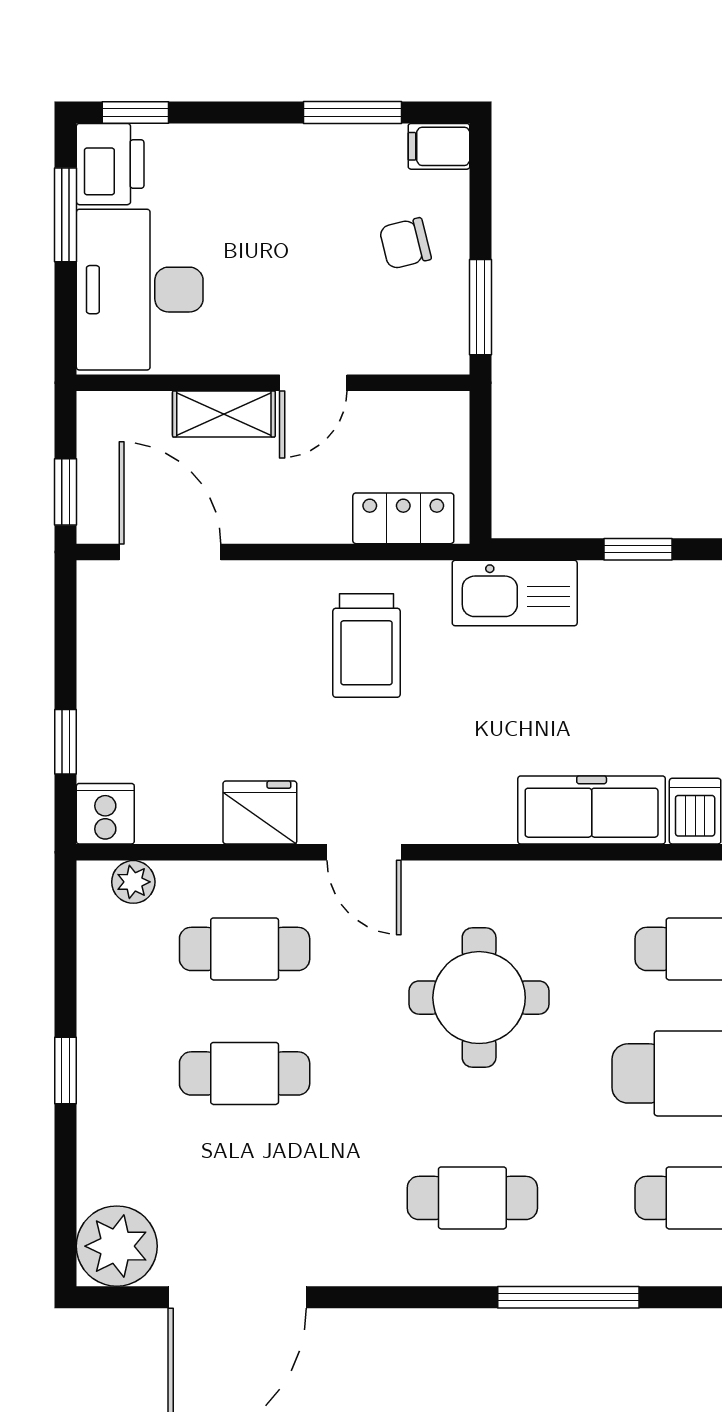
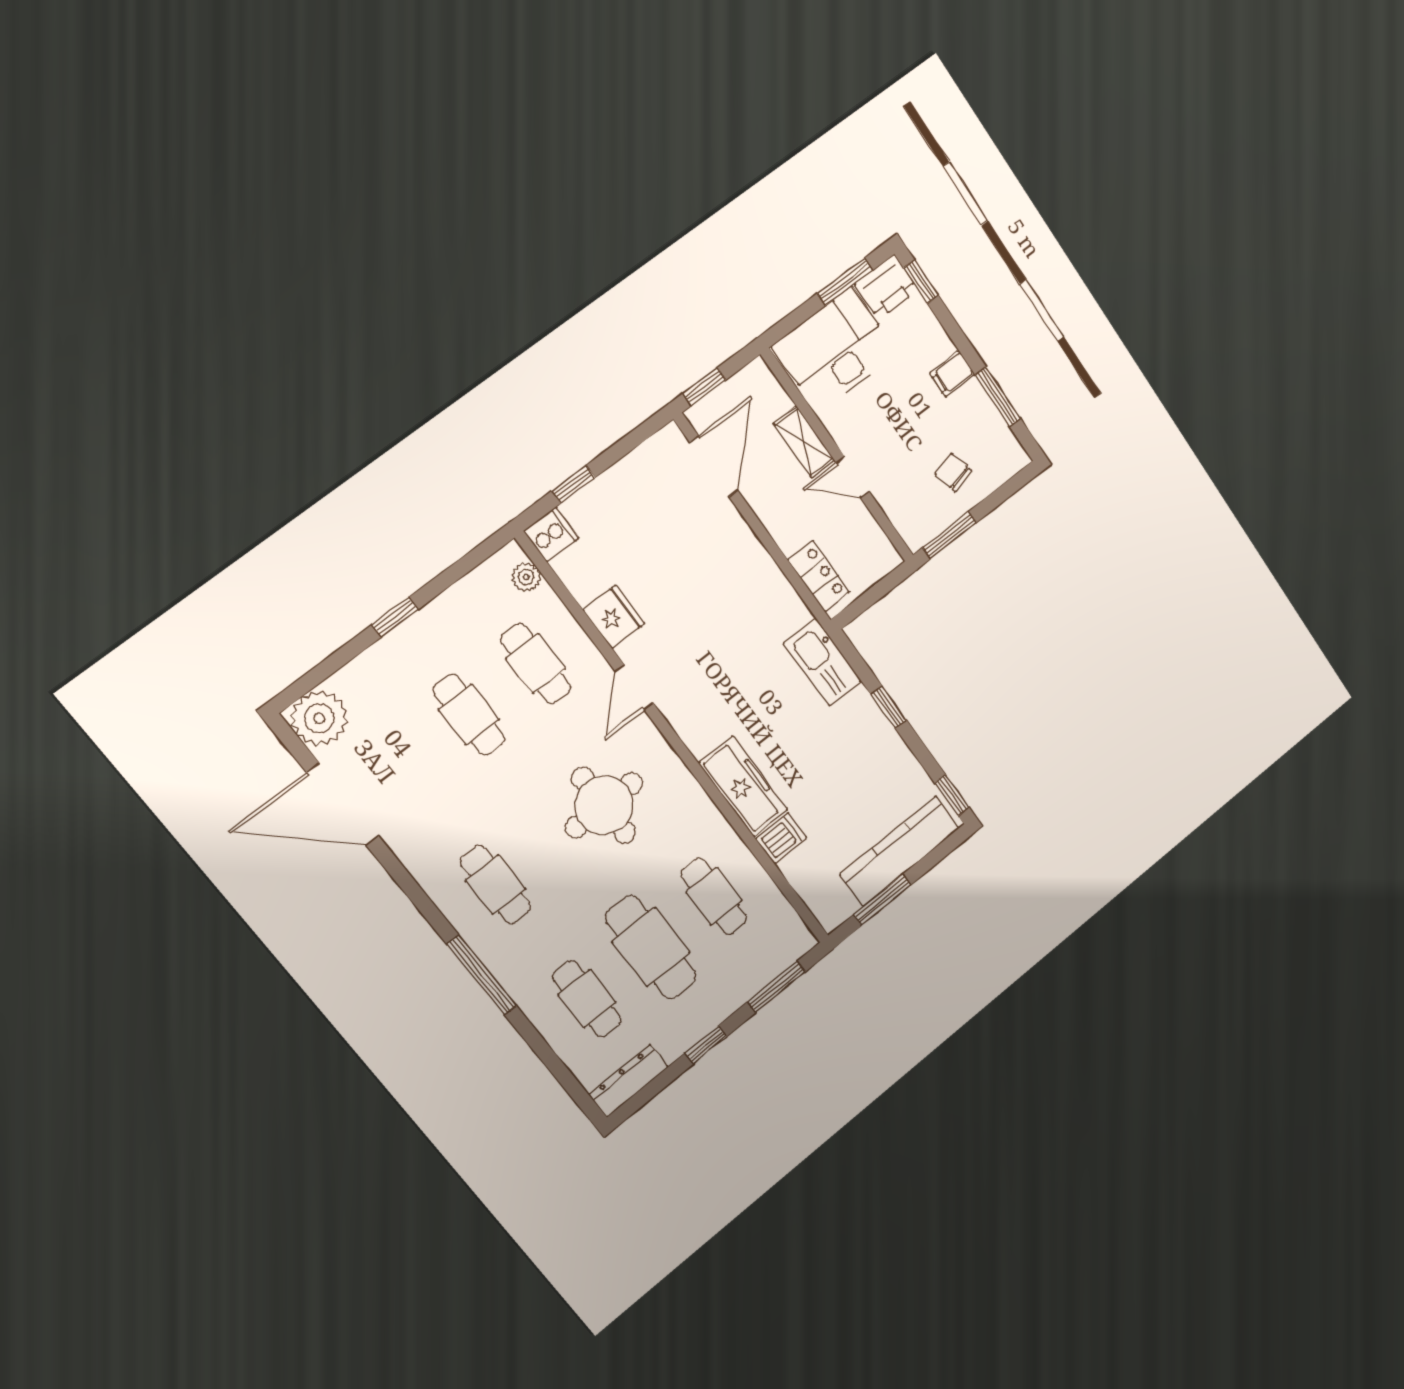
filing cabinet: (439, 146) -> (952, 374), moved, turned -90
trolley: (366, 646) -> (741, 606), removed

